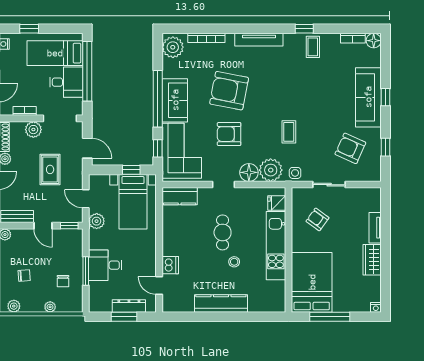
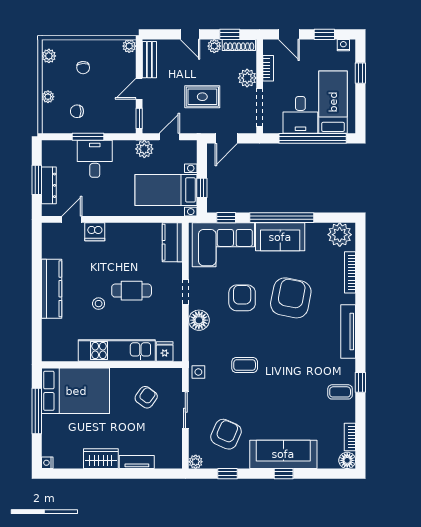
plant: (271, 170) -> (196, 462), moved, width x0.53, depth x0.53

